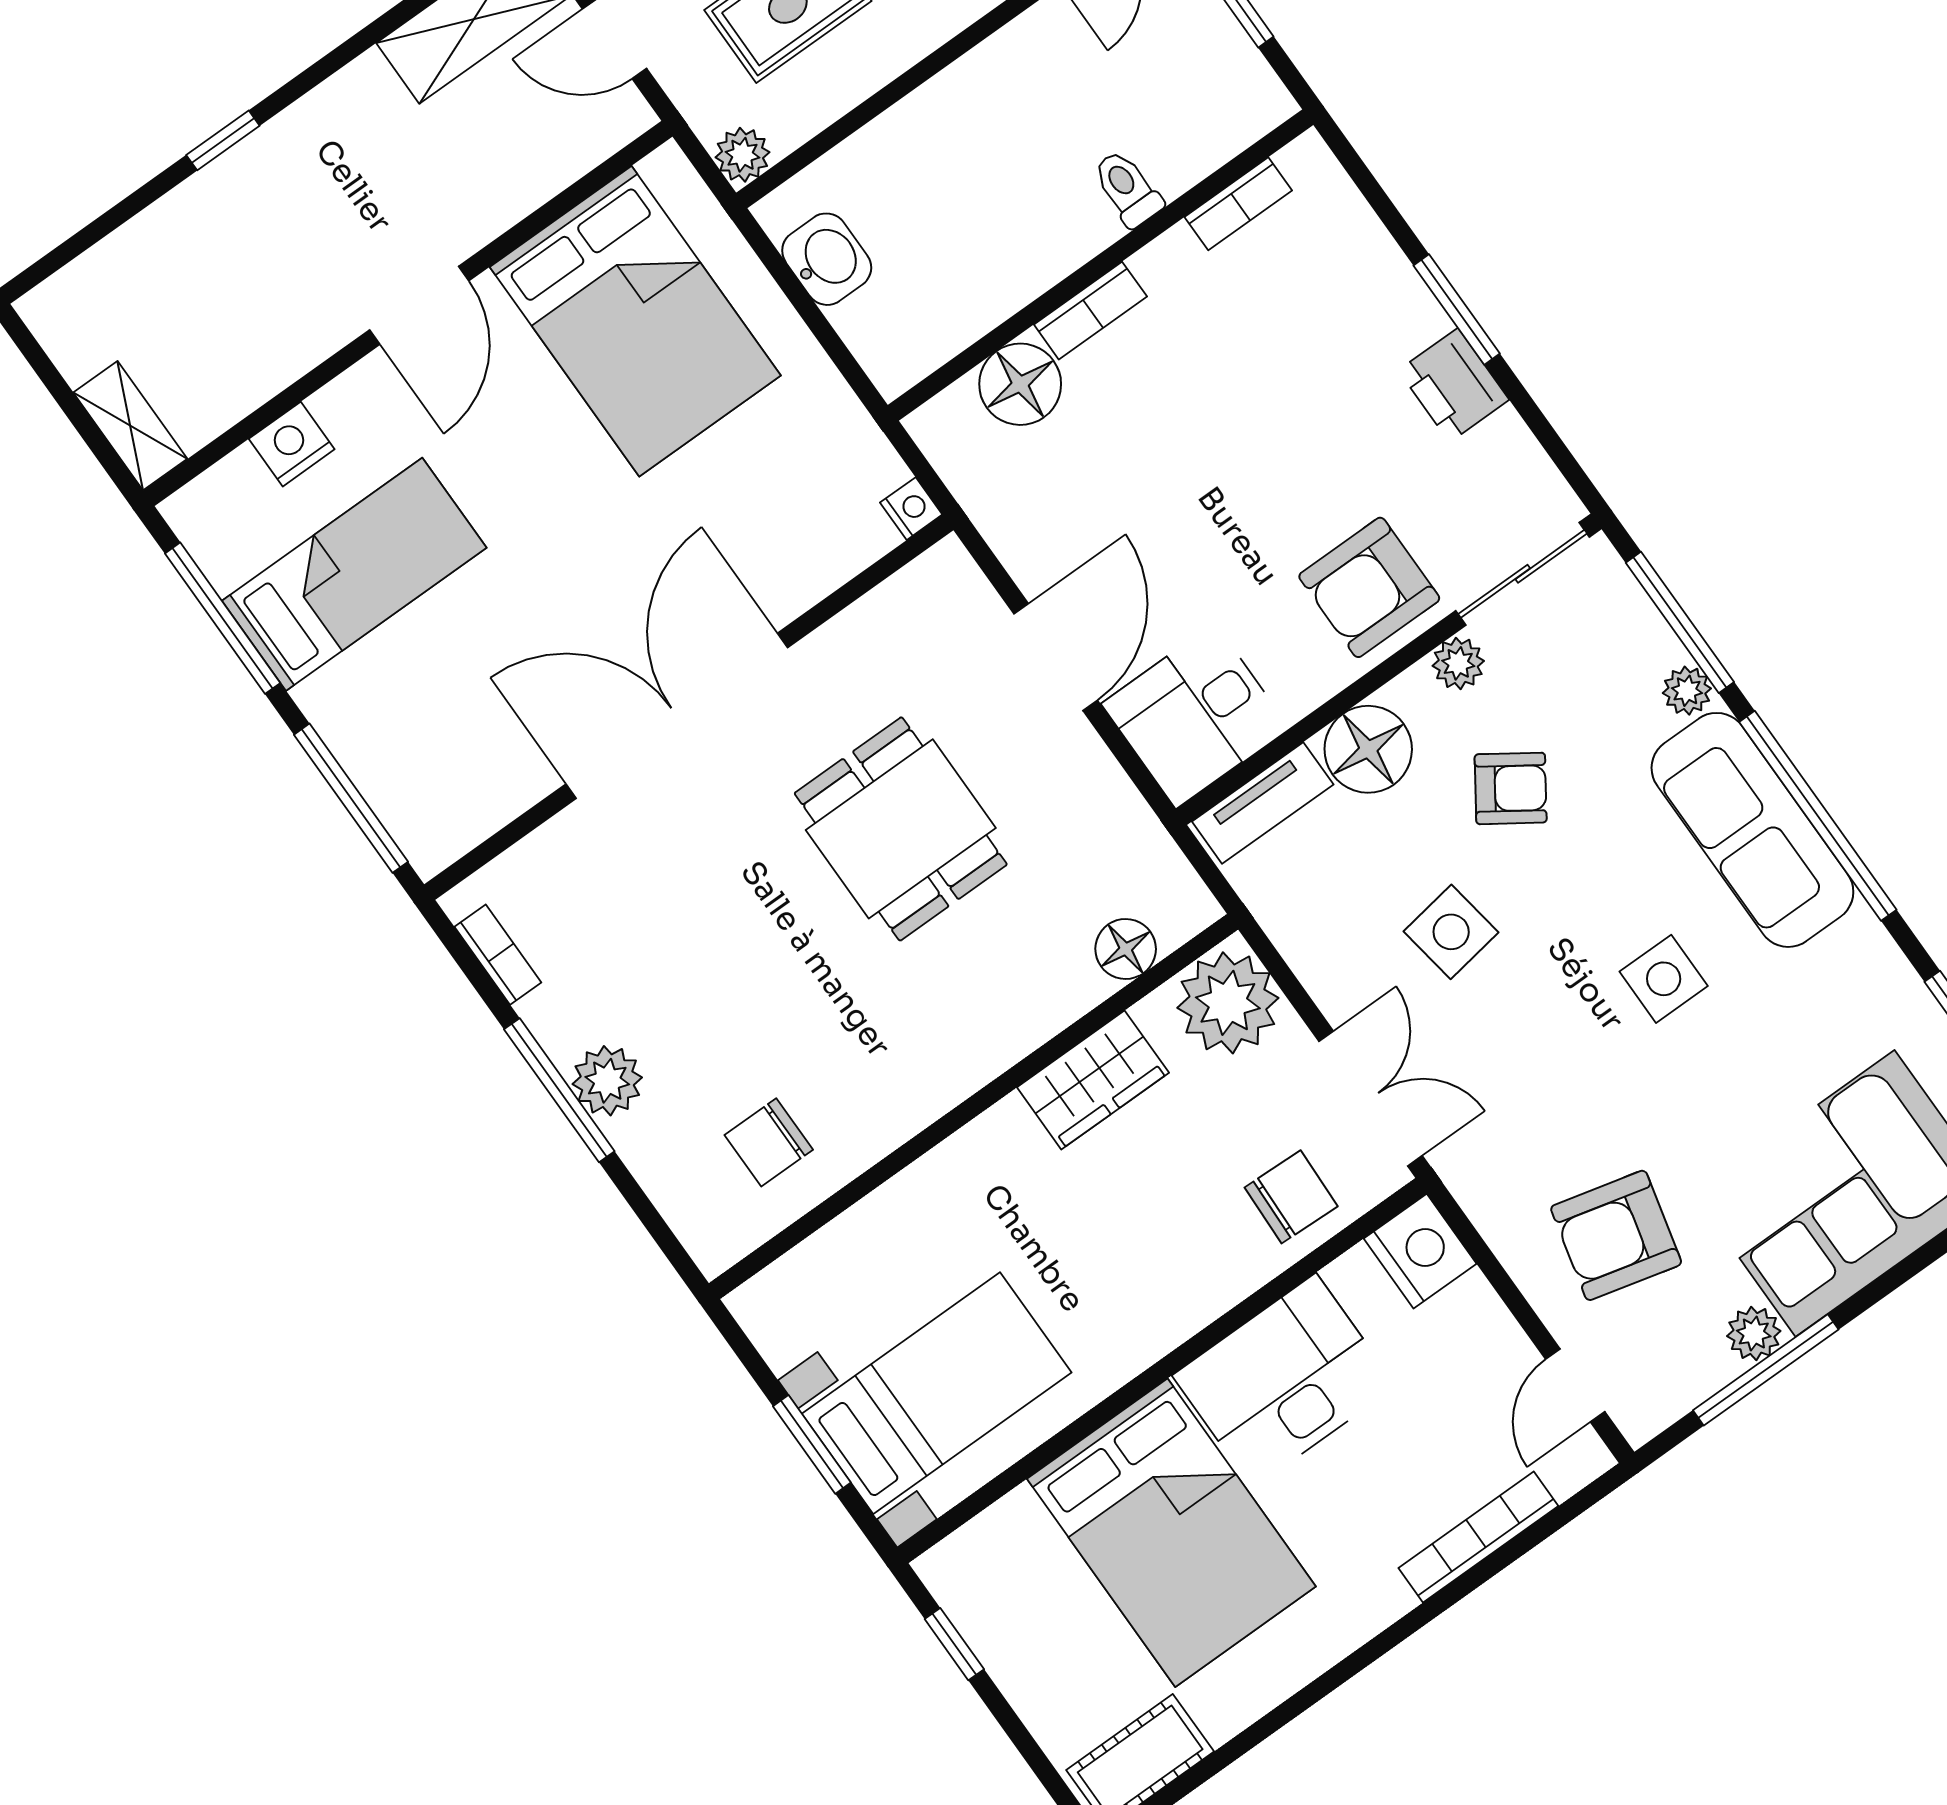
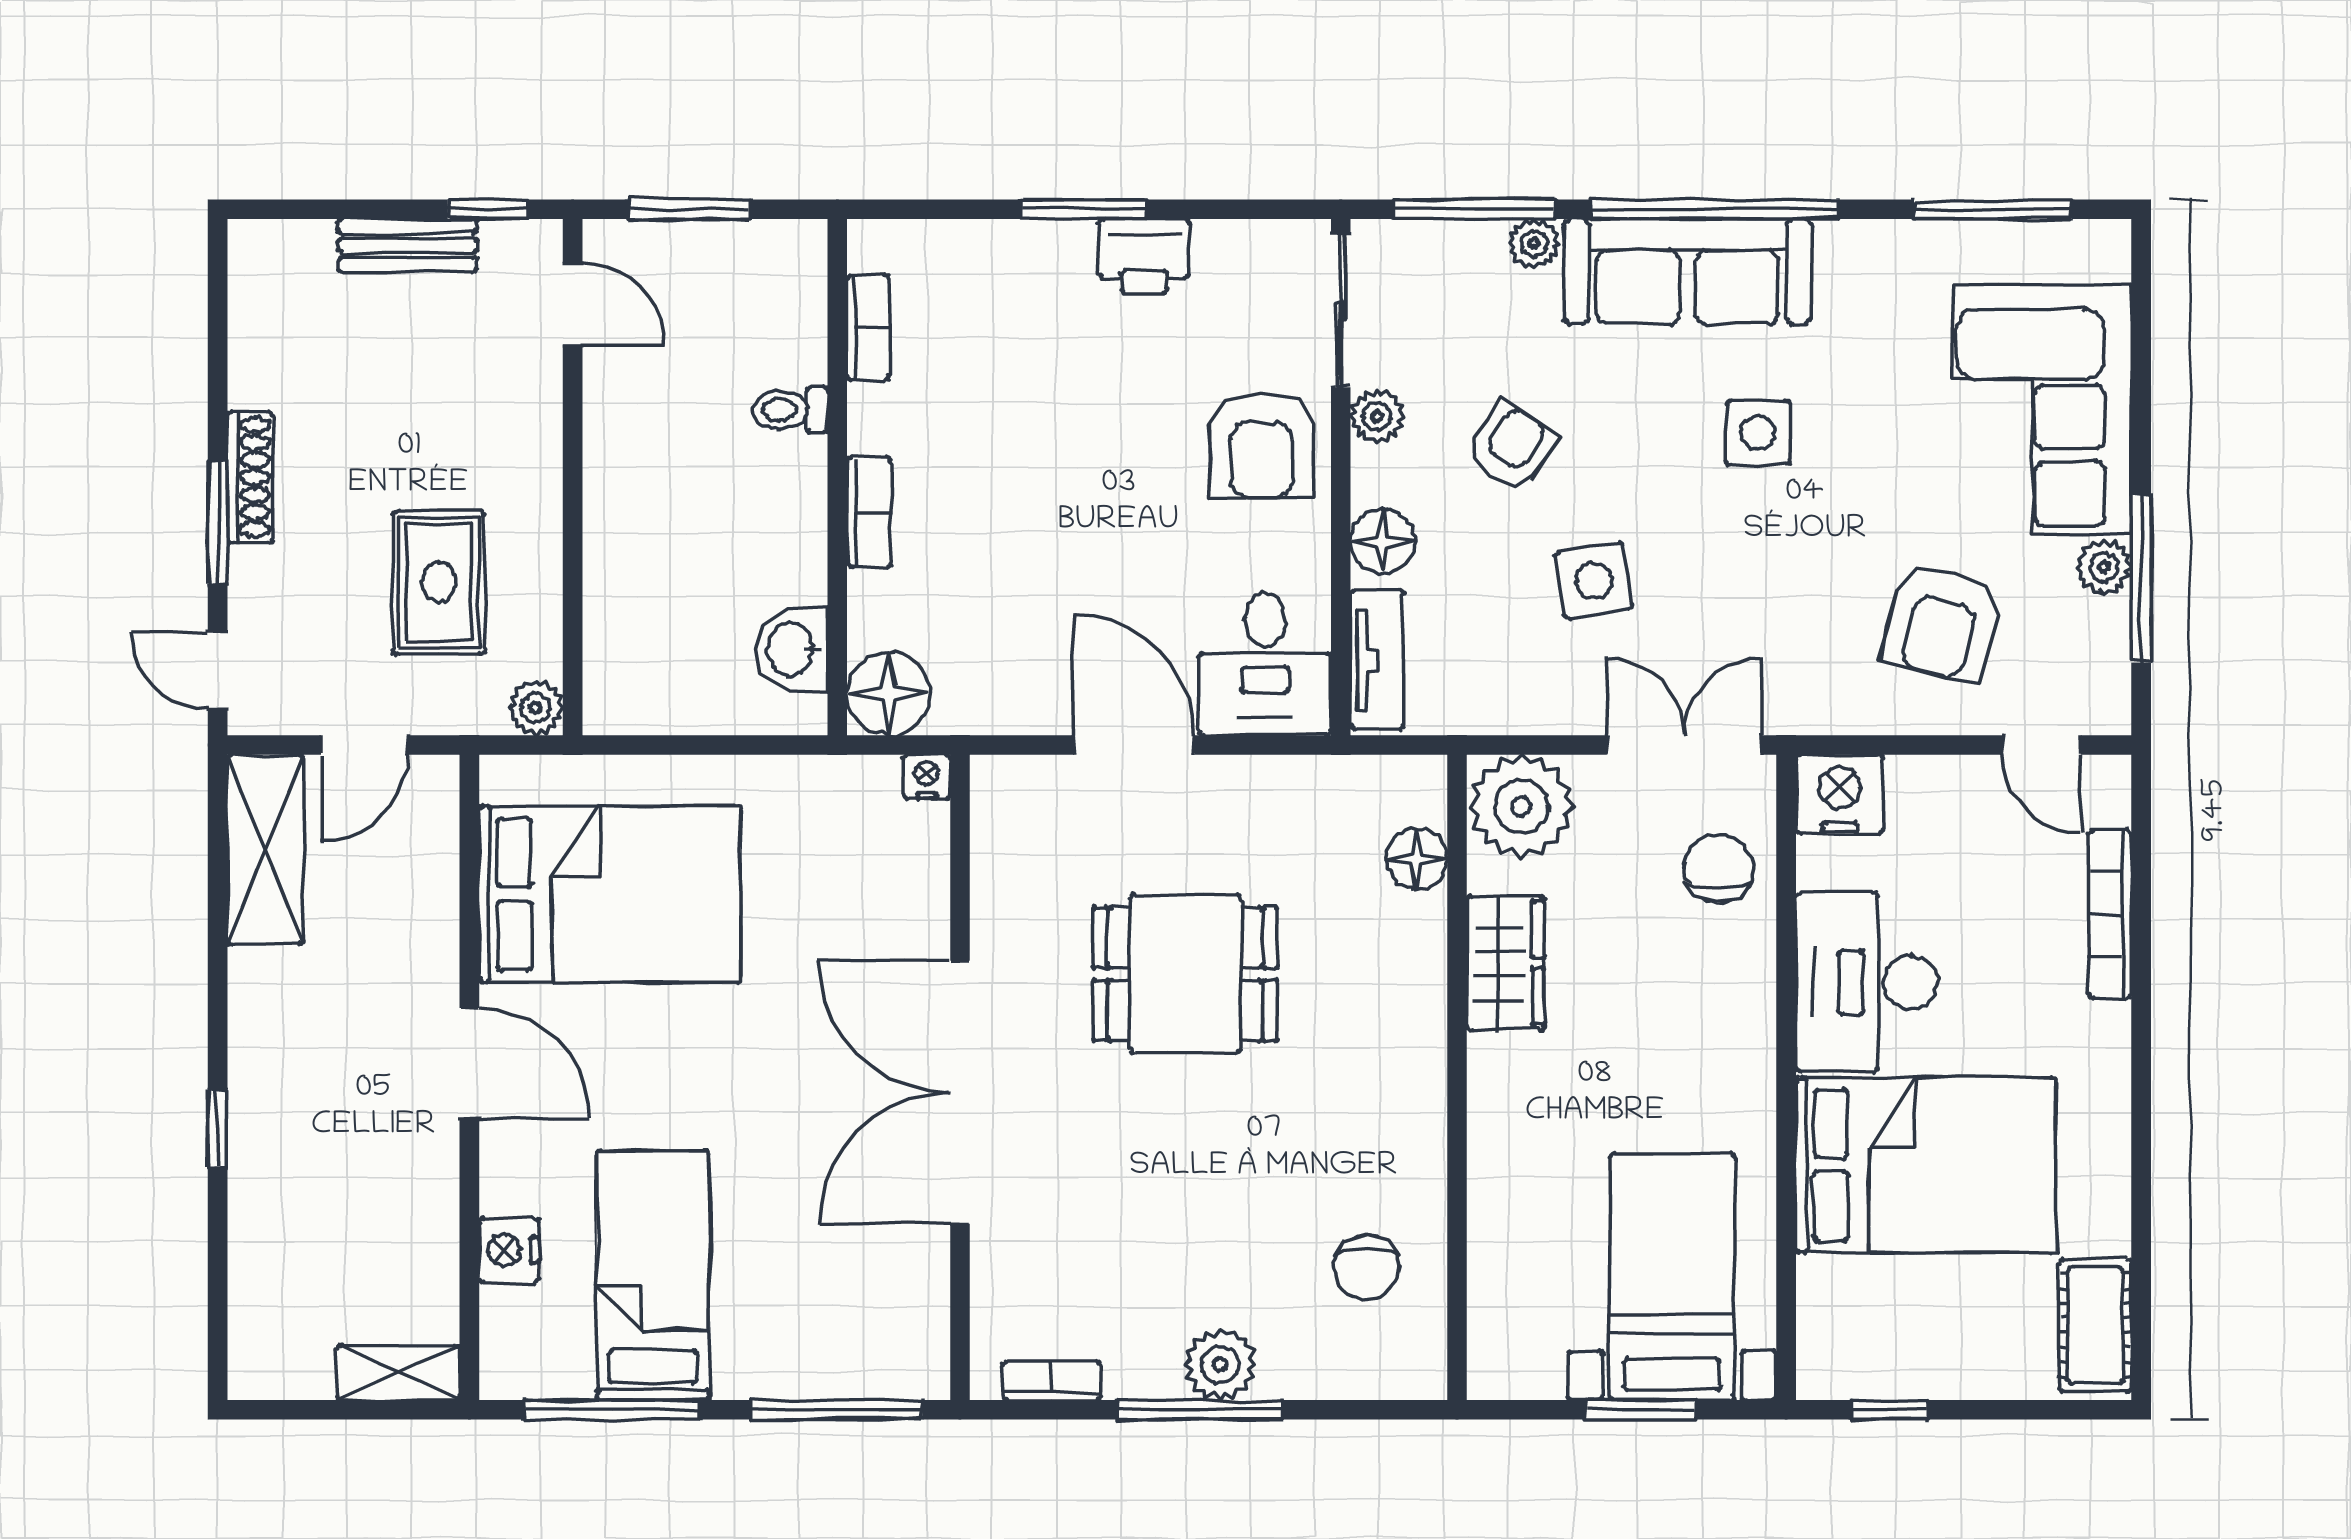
washbasin: (827, 259) -> (792, 649), moved, turned -90
floor lamp: (1020, 384) -> (888, 694), moved
floor lamp: (1368, 749) -> (1383, 541), width x0.73, depth x0.73

